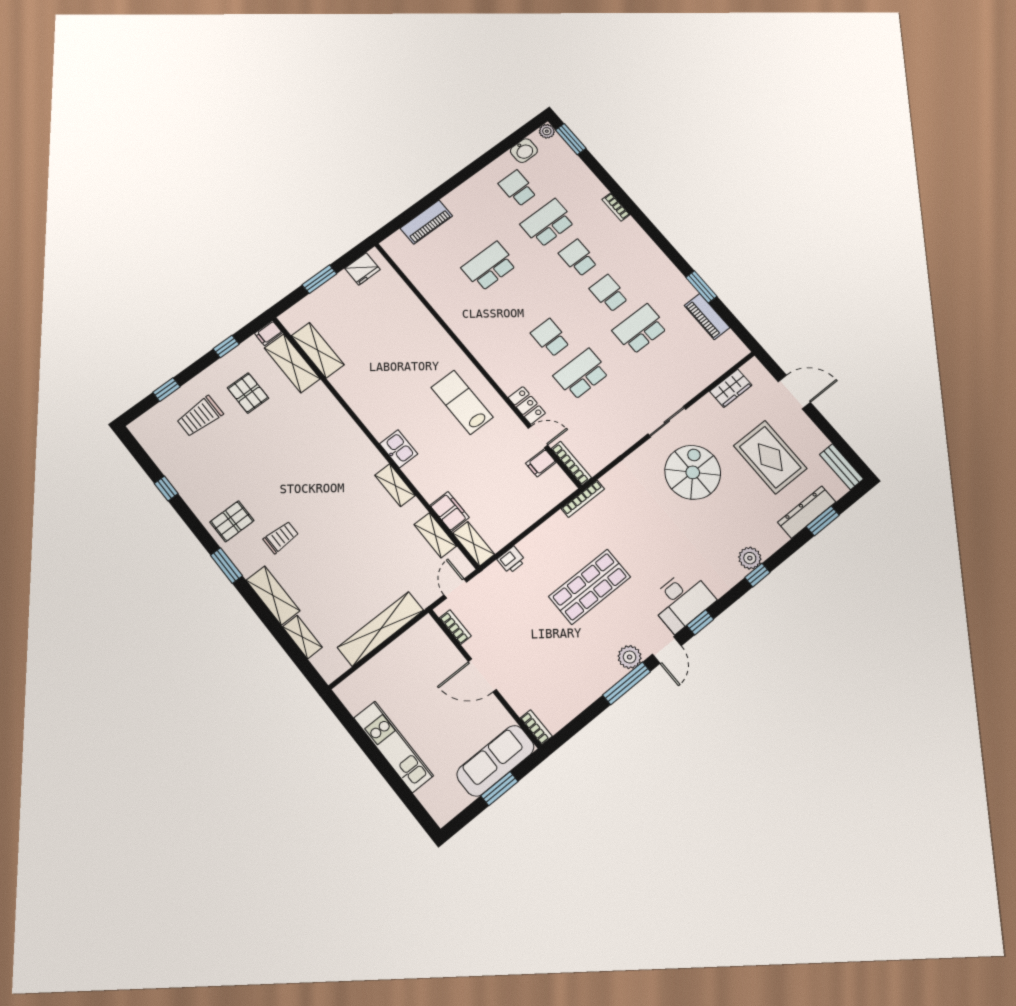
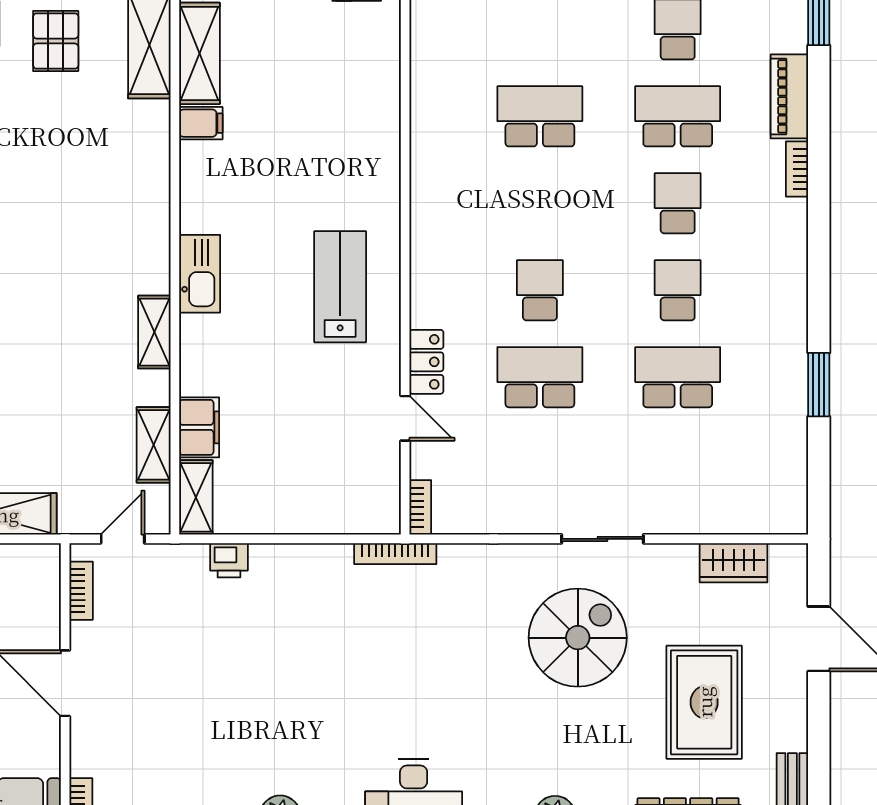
piano: (707, 316) -> (789, 96), moved
kitchen sink: (399, 449) -> (200, 274), width x1.38
filing cabinet: (541, 463) -> (201, 123), moved, turned 180
bookcase: (571, 463) -> (420, 507), width x0.64
shop shelf: (590, 587) -> (305, 680), removed

